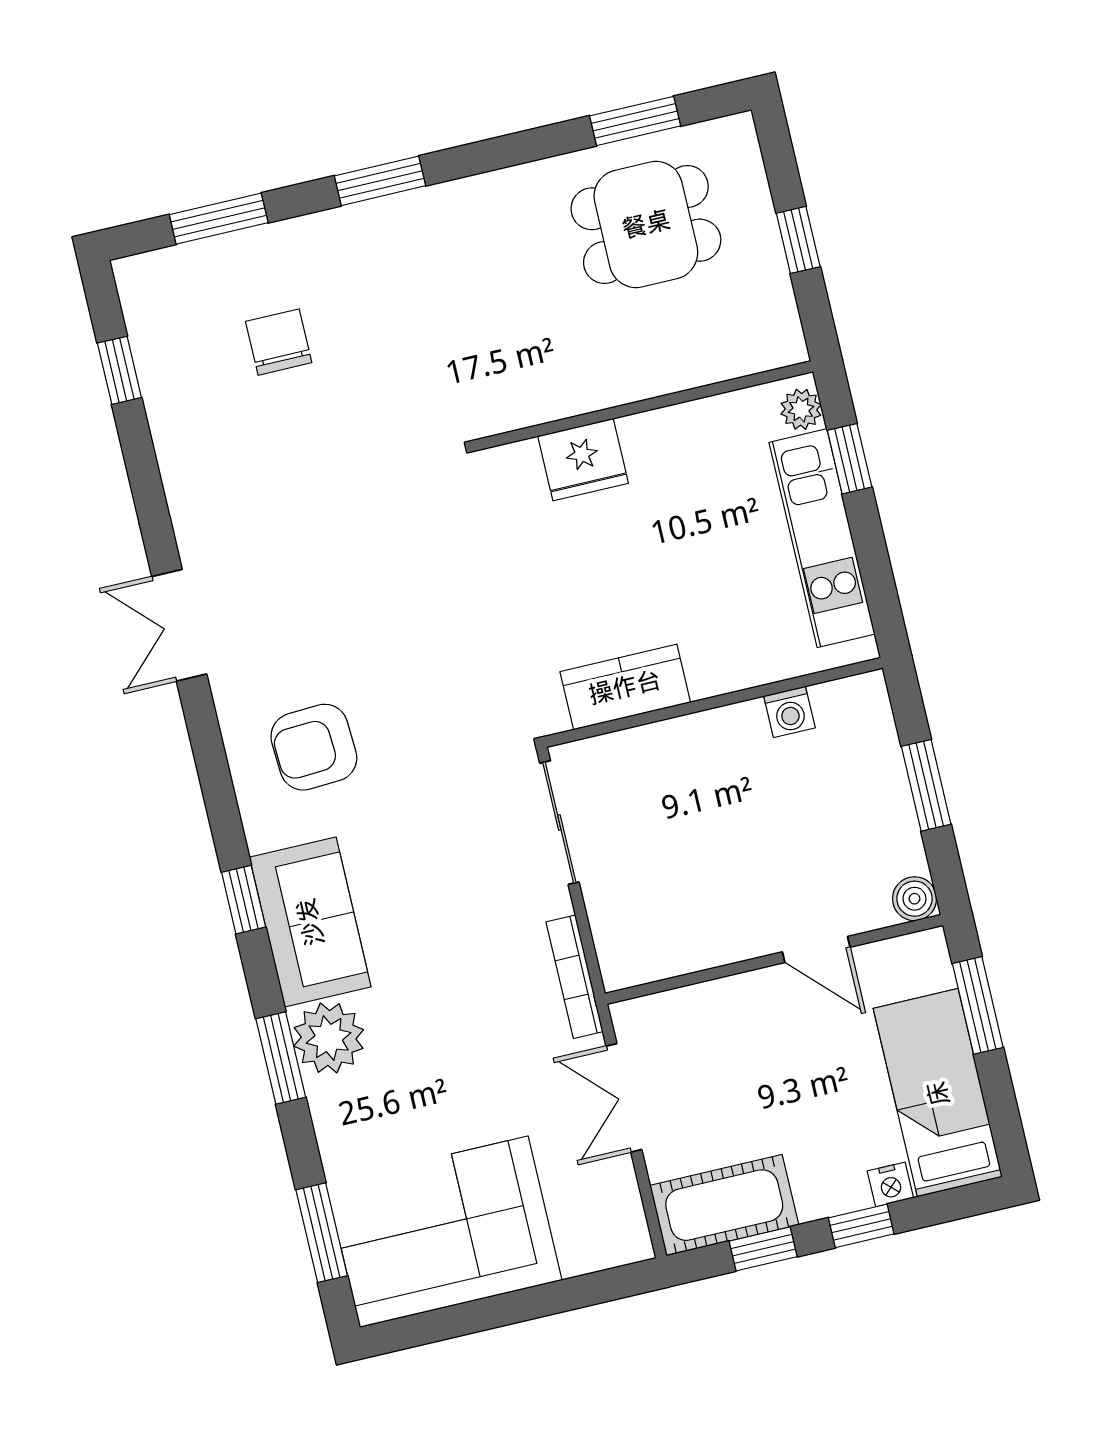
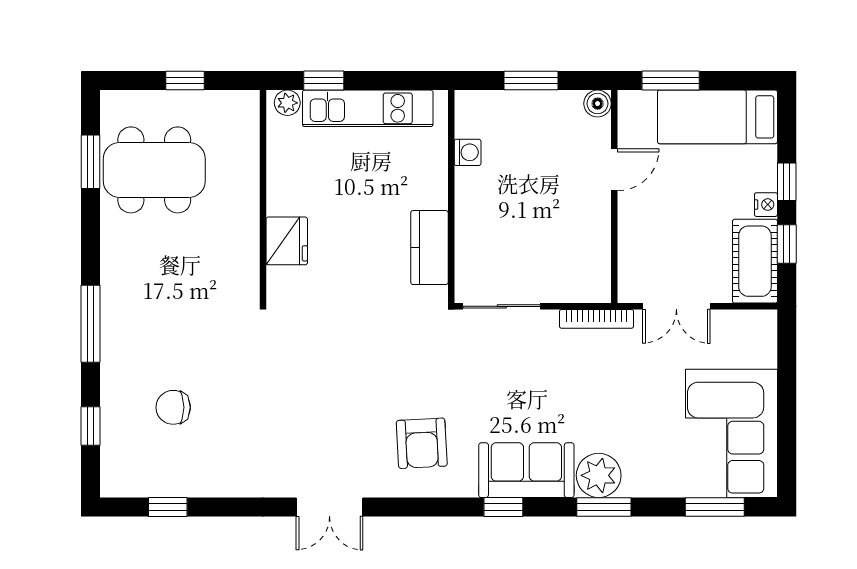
window: (380, 181) -> (91, 324), width x1.44
window: (219, 219) -> (91, 426), width x0.67
dining table: (646, 224) -> (154, 170), width x1.38
nightstand: (890, 1184) -> (766, 205), moved

